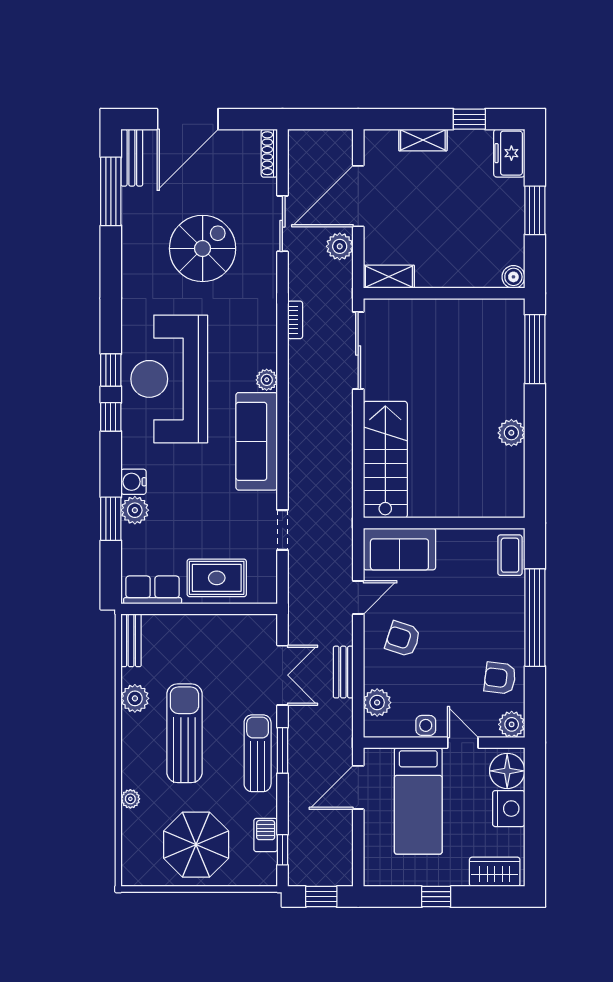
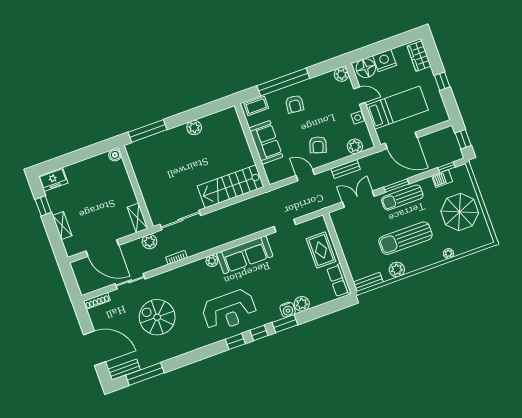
window: (535, 210) -> (77, 156), removed
plant: (340, 246) -> (149, 242), moved
reception desk: (169, 379) -> (229, 310), width x0.74, depth x0.77
window: (111, 519) -> (285, 324), moved
sofa: (399, 549) -> (266, 142), moved
armchair: (500, 678) -> (295, 104), moved
door: (463, 743) -> (360, 96), swing flipped
door: (358, 787) -> (401, 140), width x1.36

